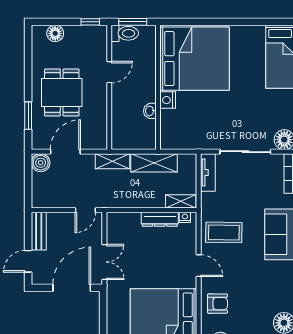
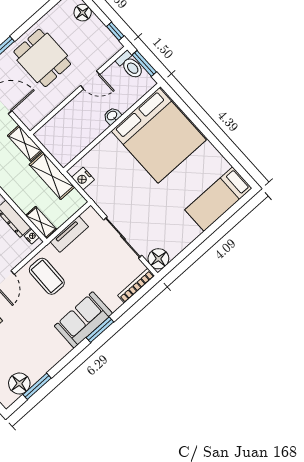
dining table: (62, 92) -> (42, 58), turned 90
nightstand: (168, 100) -> (83, 178), moved, turned -90
washbasin: (150, 111) -> (112, 116), moved
tv unit: (208, 173) -> (69, 234), moved

